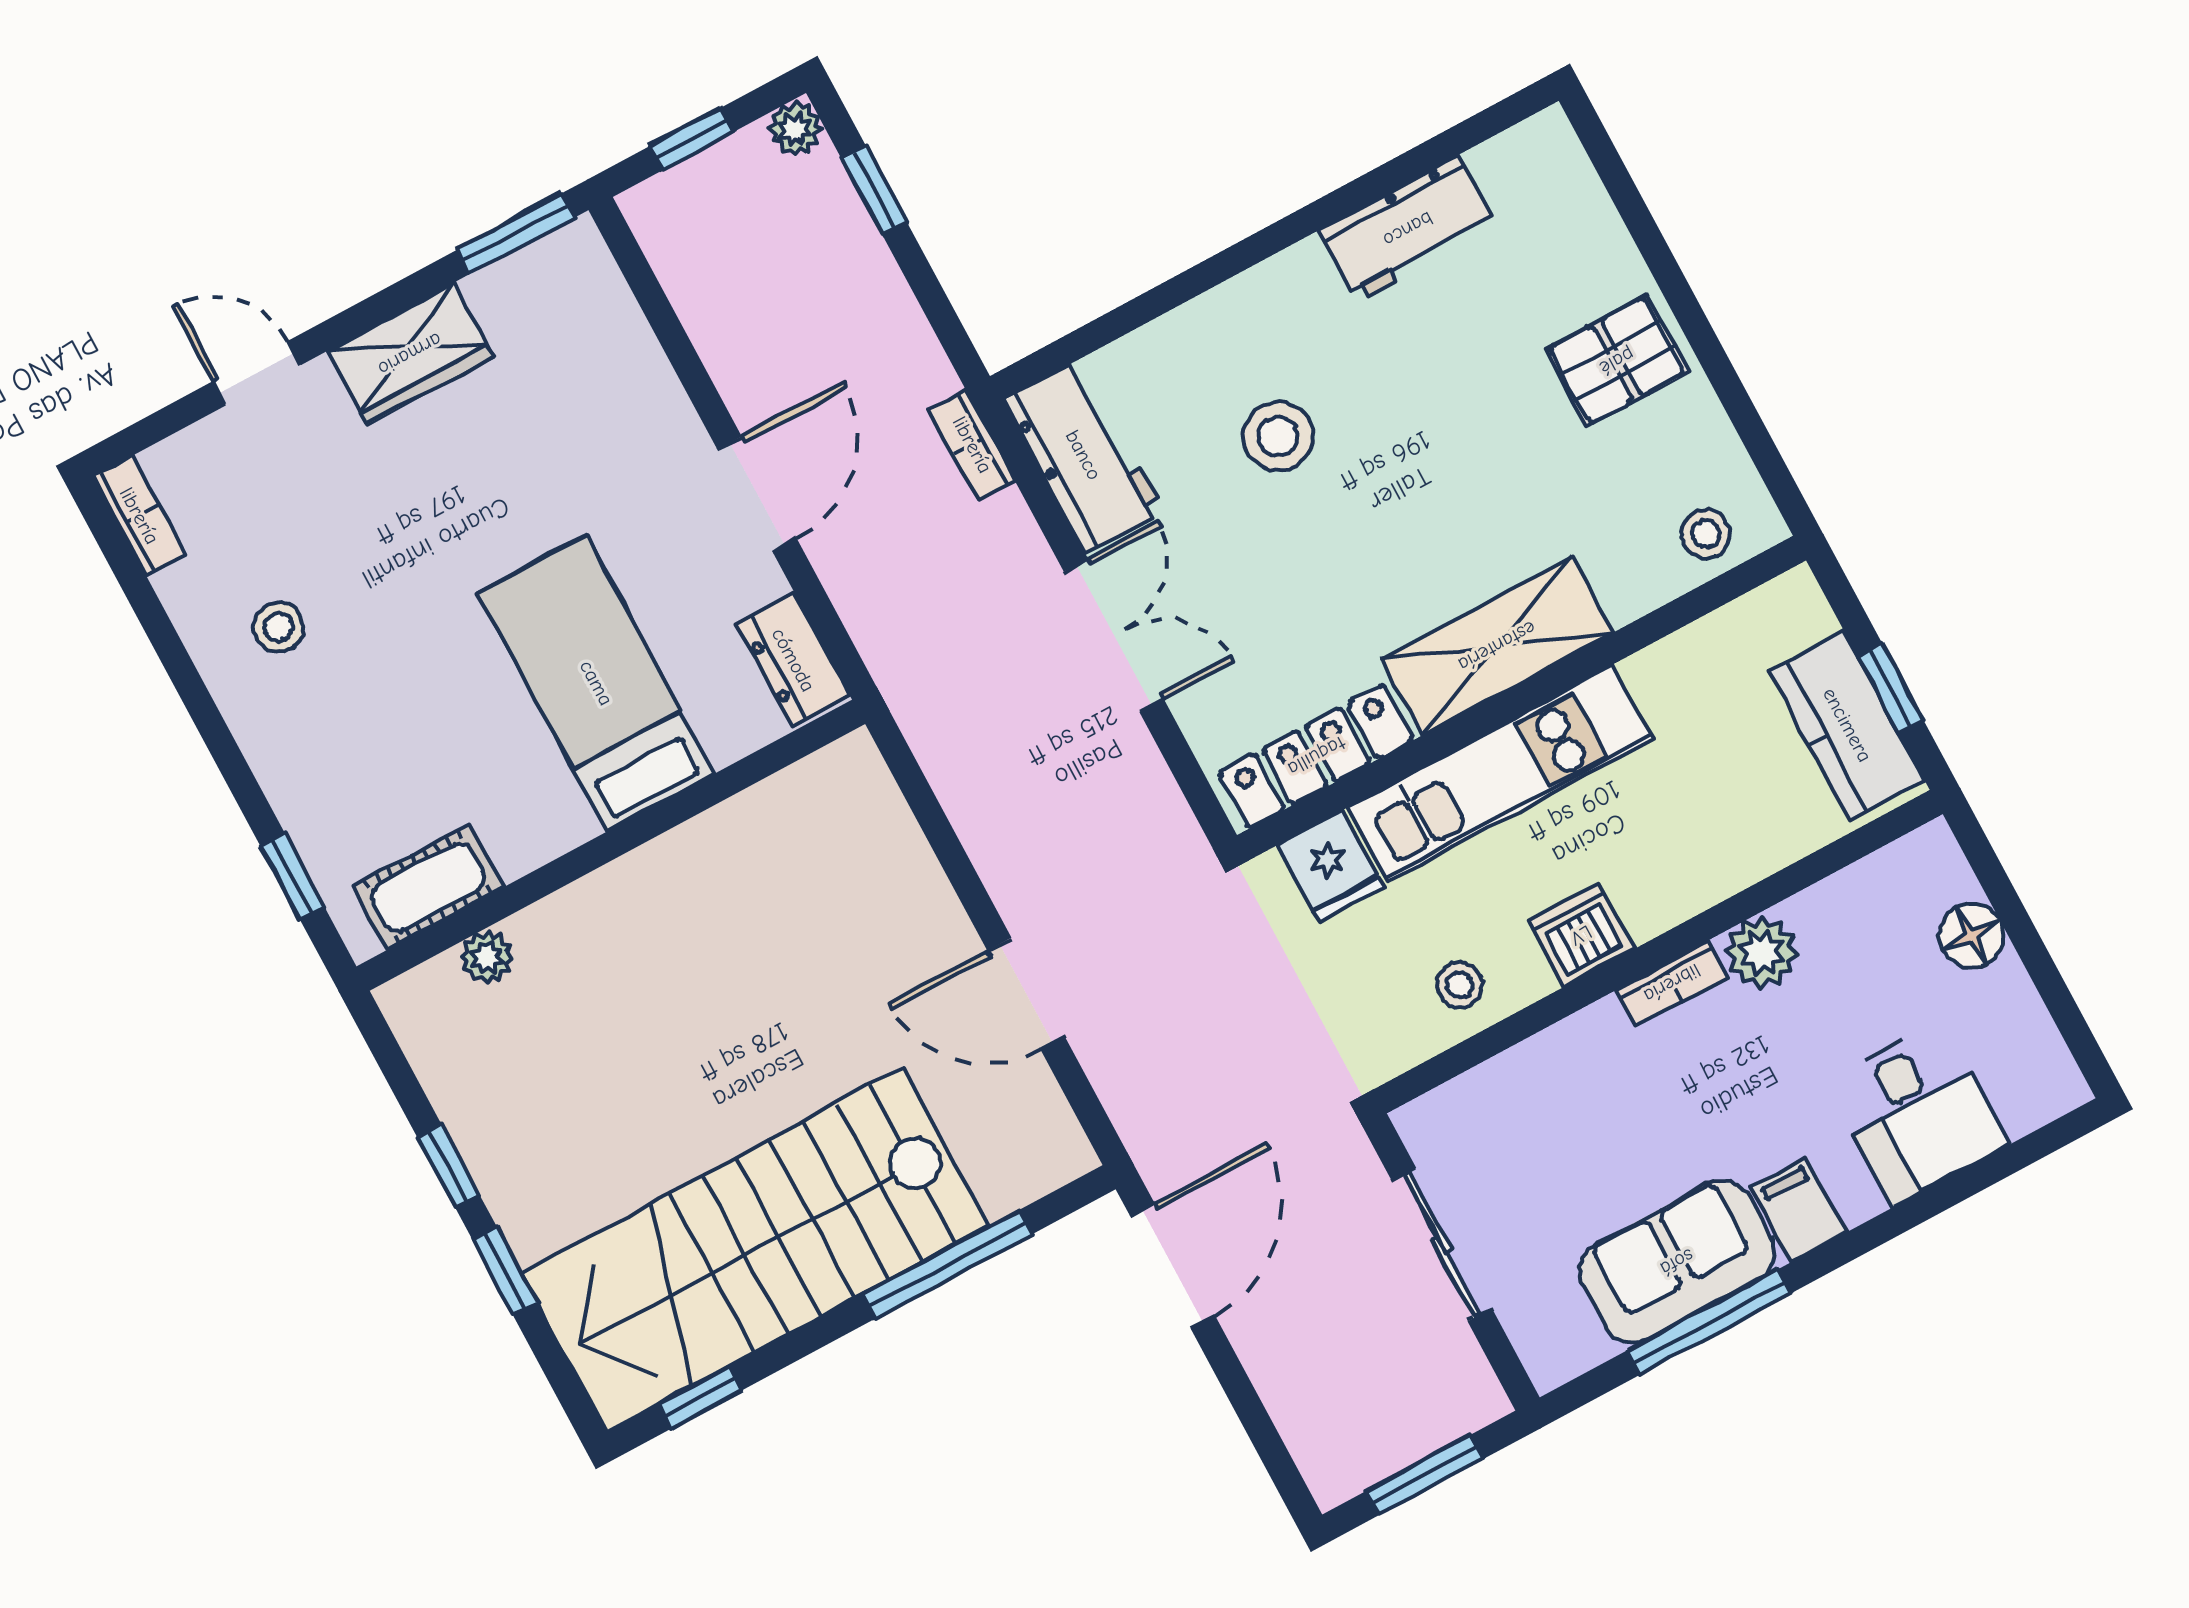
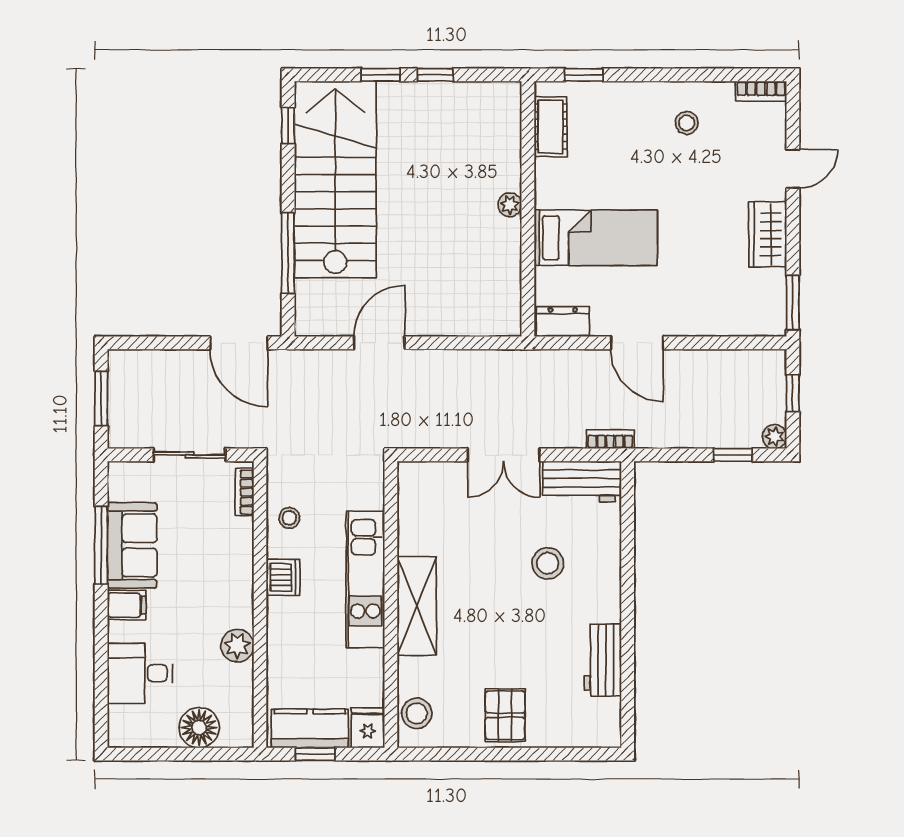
stool: (1706, 534) -> (417, 713), width x1.37, depth x1.37
locker: (1316, 756) -> (412, 510), removed
fridge: (1331, 866) -> (368, 728), moved, turned 90
floor lamp: (1971, 935) -> (199, 728), width x1.38, depth x1.38
plant: (487, 957) -> (510, 205), moved
bookcase: (1672, 983) -> (244, 492), moved

